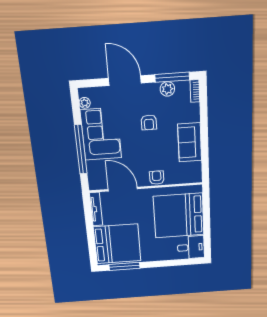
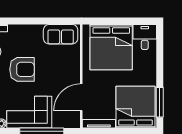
armchair: (149, 122) -> (22, 69), width x1.88, depth x1.88
sofa: (190, 142) -> (61, 34), moved
armchair: (157, 178) -> (73, 66), removed

